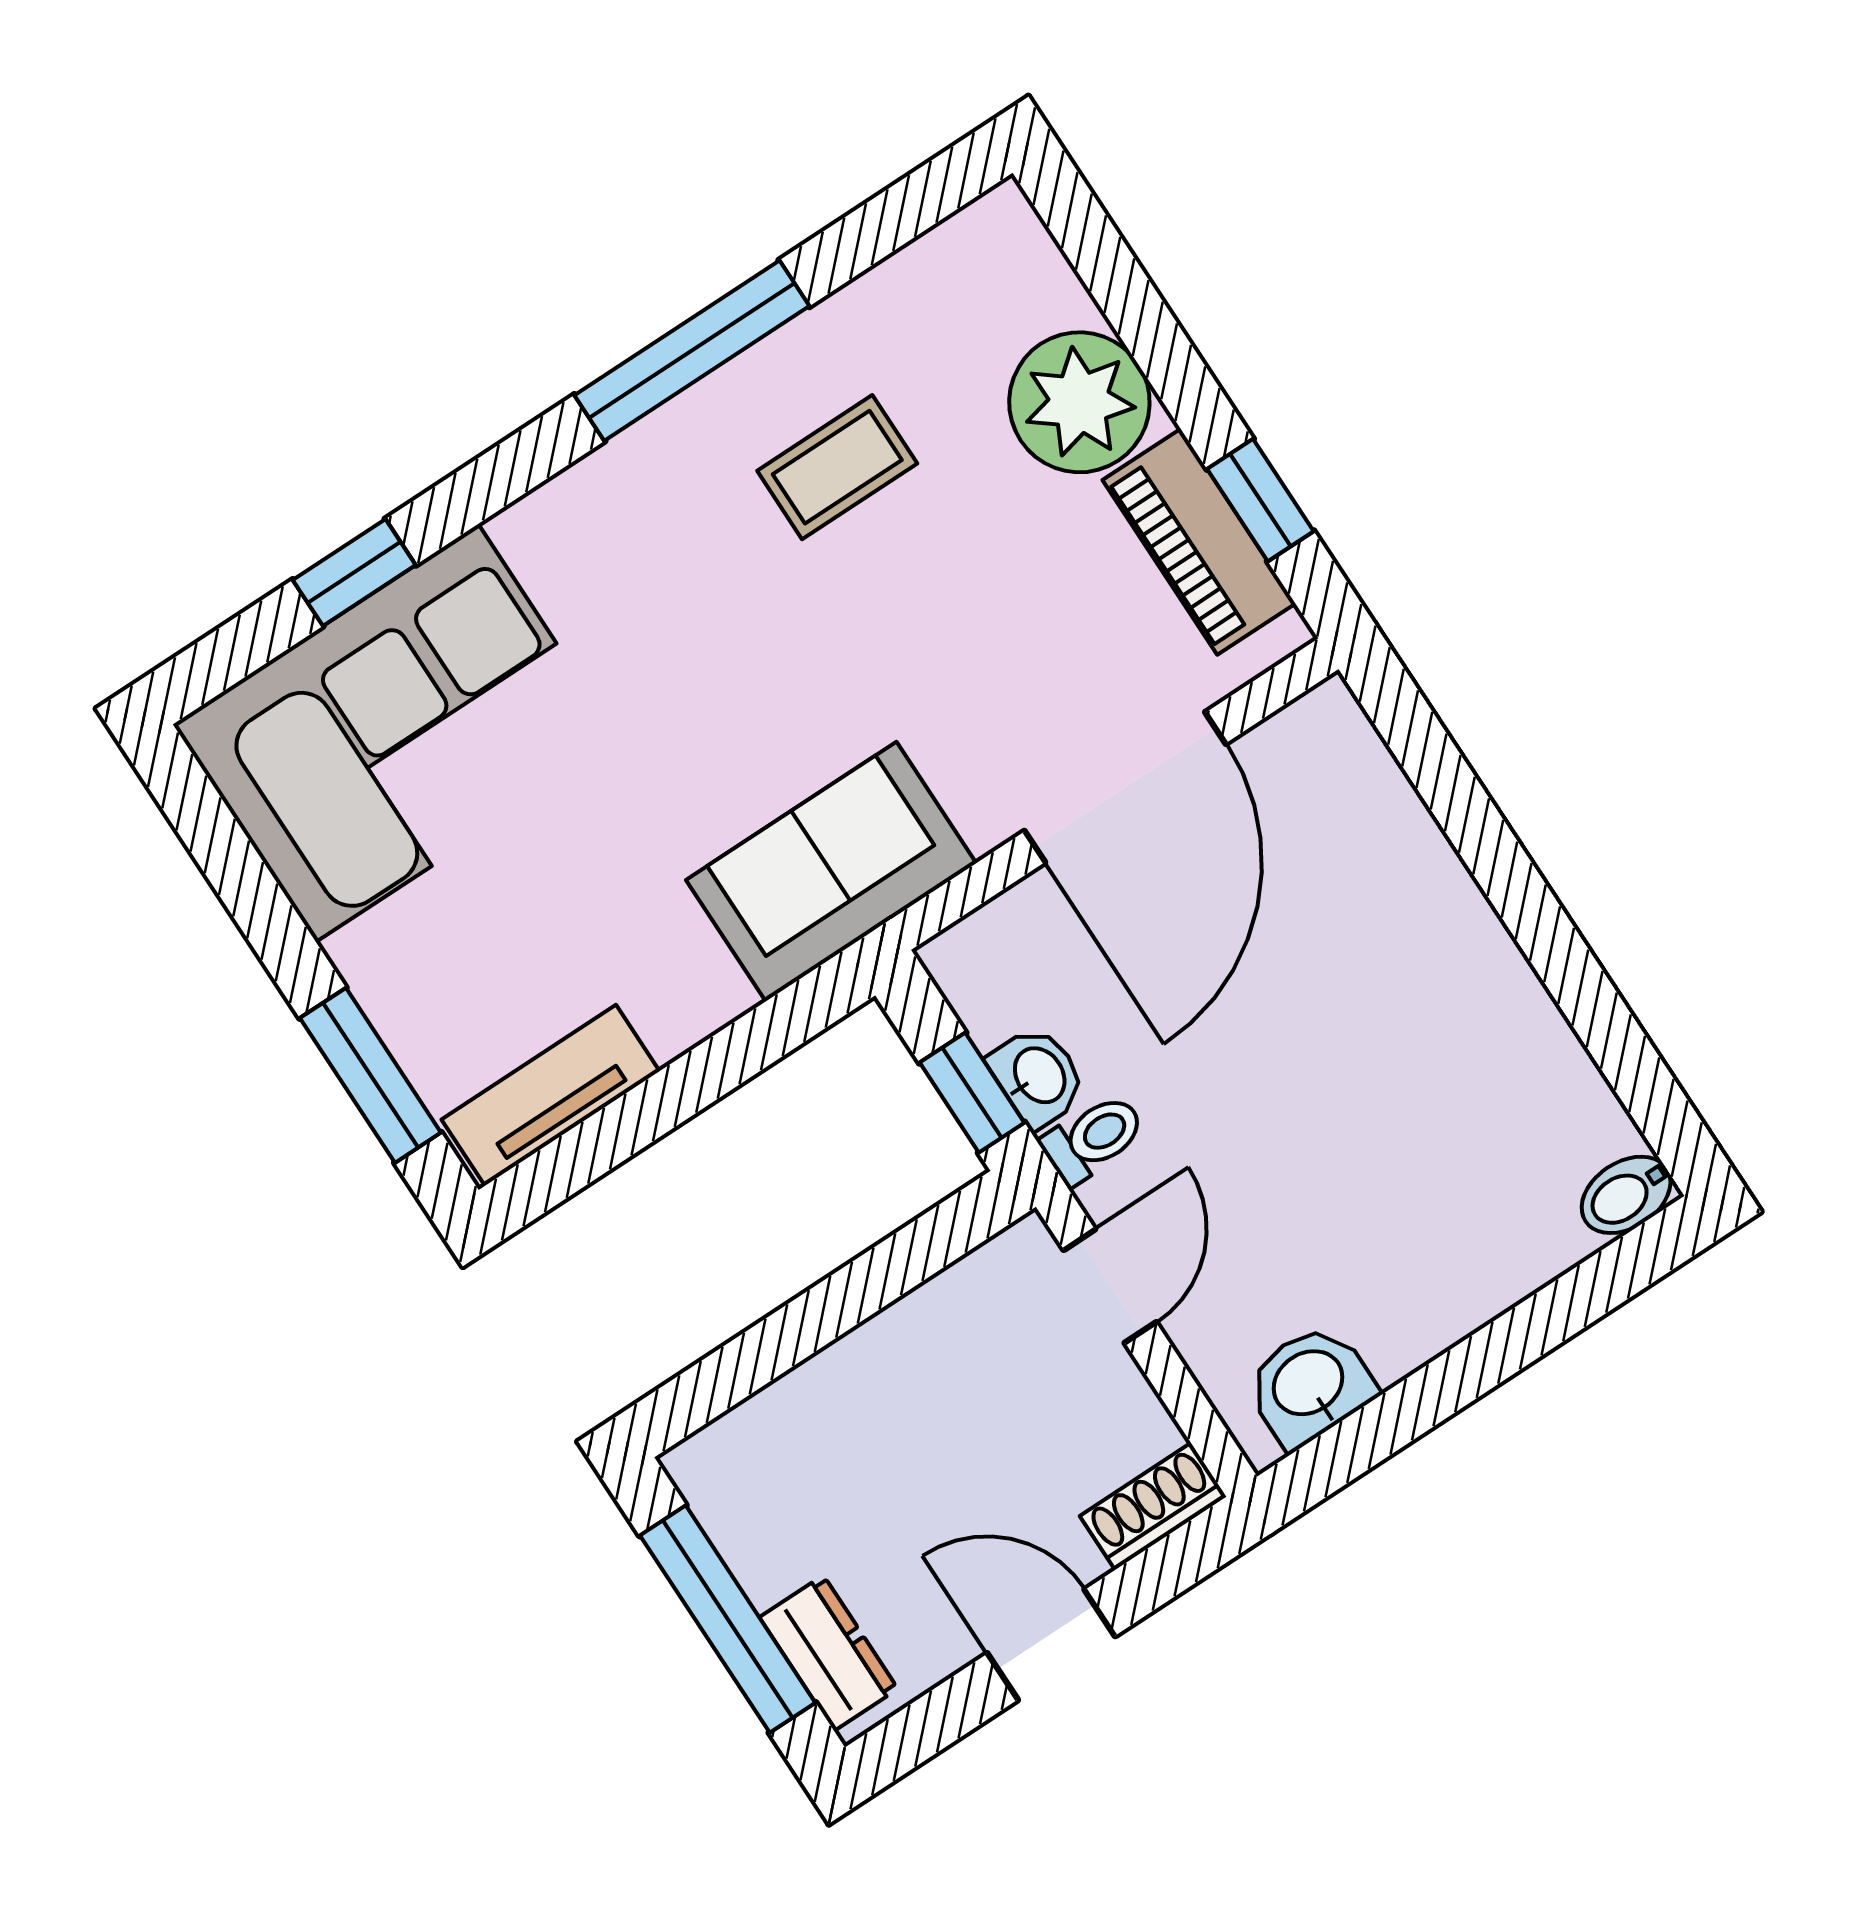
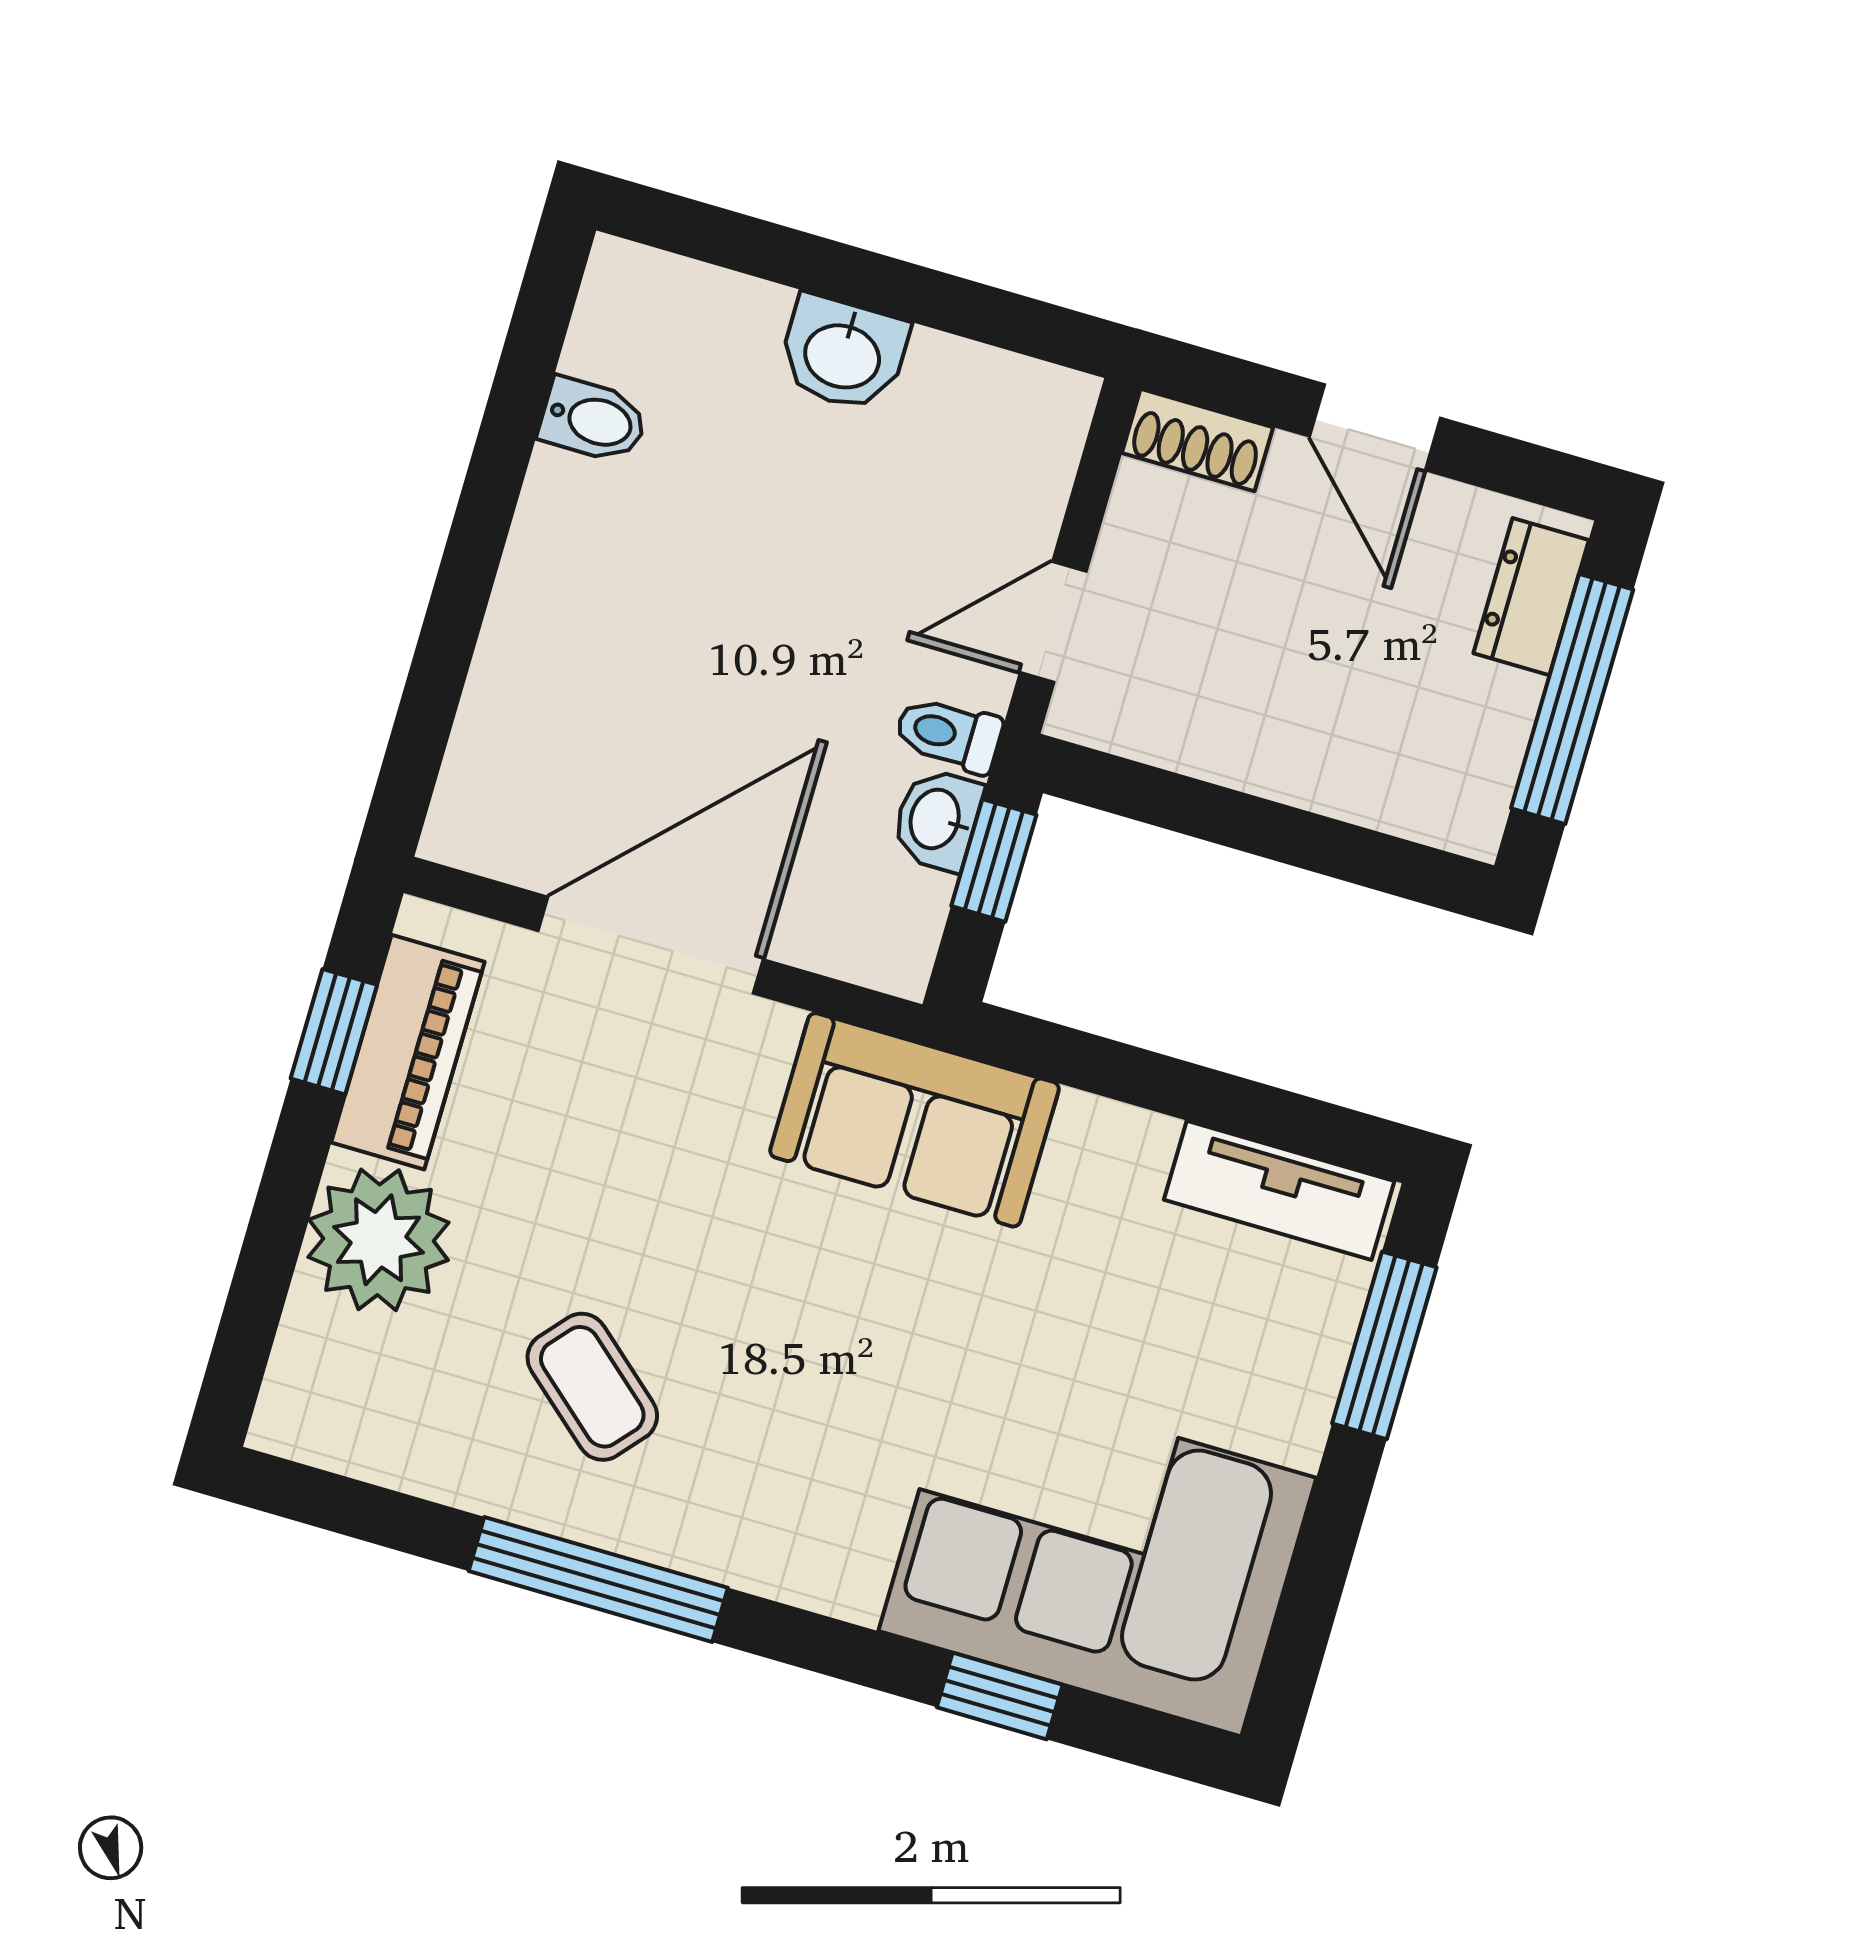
coffee table: (837, 467) -> (592, 1387), turned 41
bidet: (1626, 1195) -> (593, 420), moved
washbasin: (1310, 1385) -> (843, 354), moved

